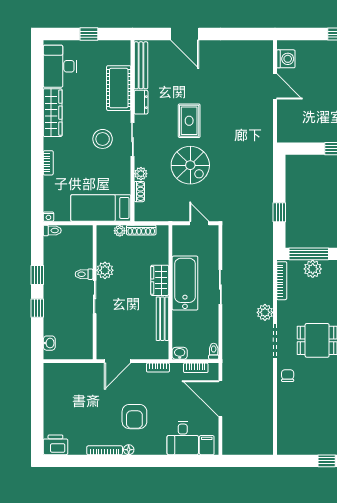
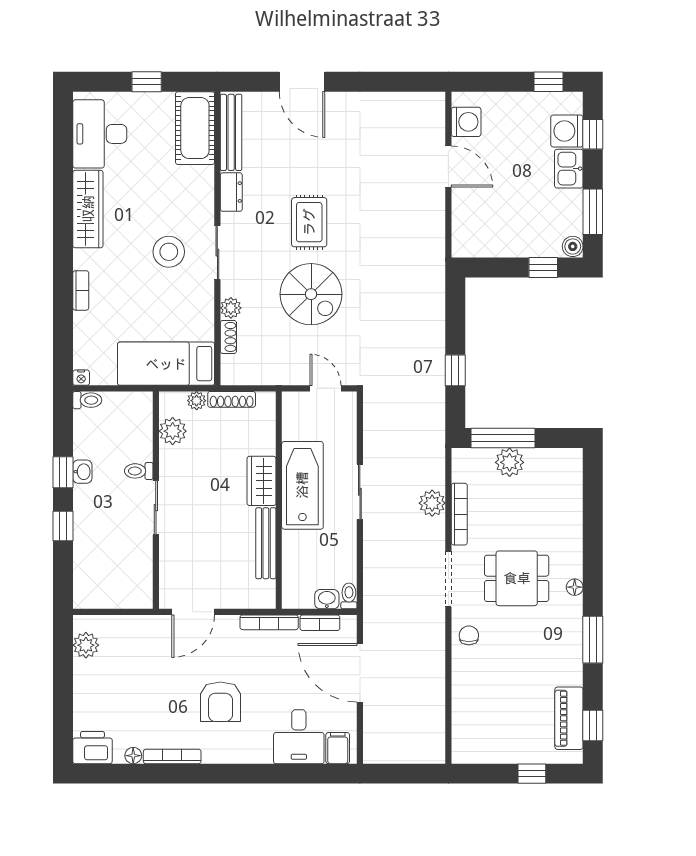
cot: (119, 88) -> (195, 128), moved
plant: (105, 270) -> (173, 431), moved
bookcase: (282, 281) -> (459, 514), moved
plant: (265, 312) -> (432, 503), moved
washbasin: (49, 343) -> (82, 472), moved
washbasin: (180, 353) -> (327, 599), moved
bookcase: (158, 368) -> (269, 622), width x1.56
plant: (51, 382) -> (86, 645), added
floor lamp: (129, 450) -> (133, 756), moved

